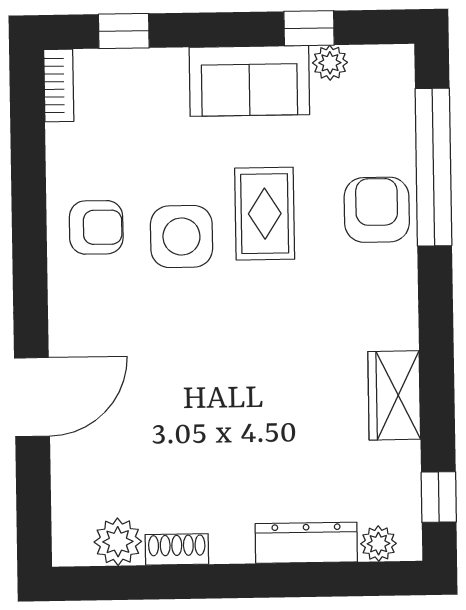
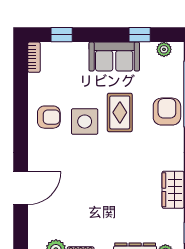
plant: (330, 63) -> (164, 49), moved

